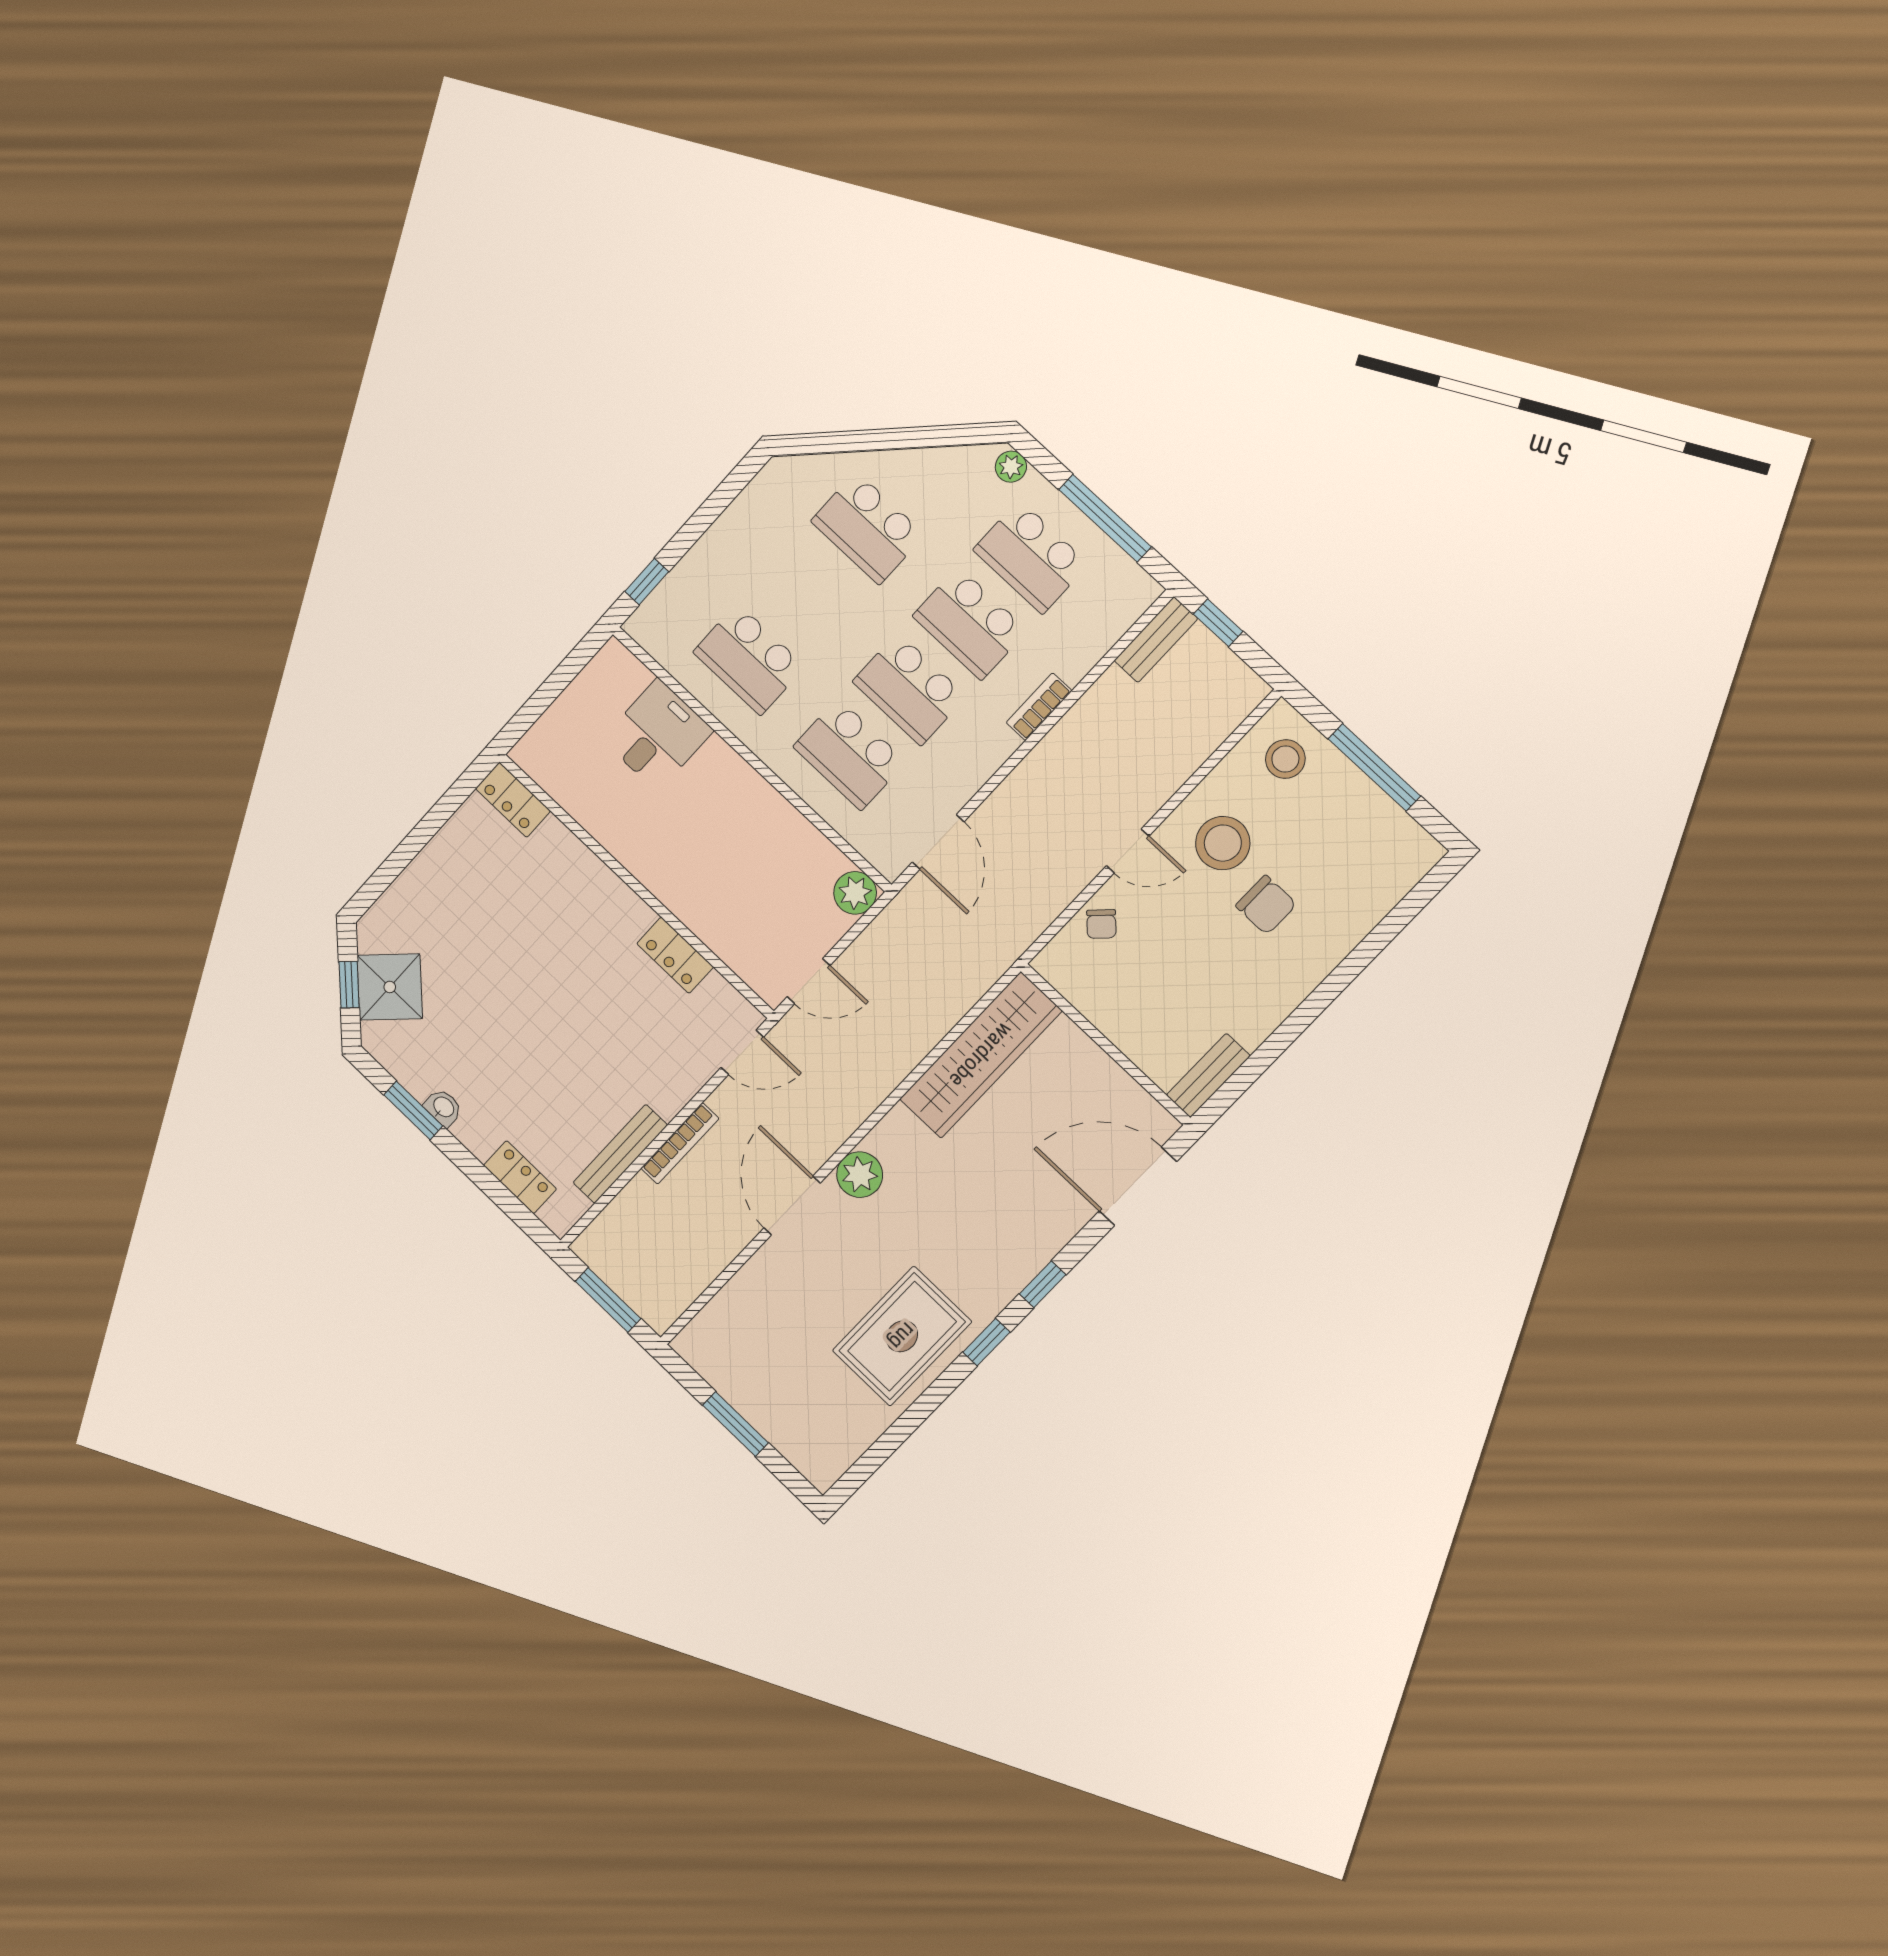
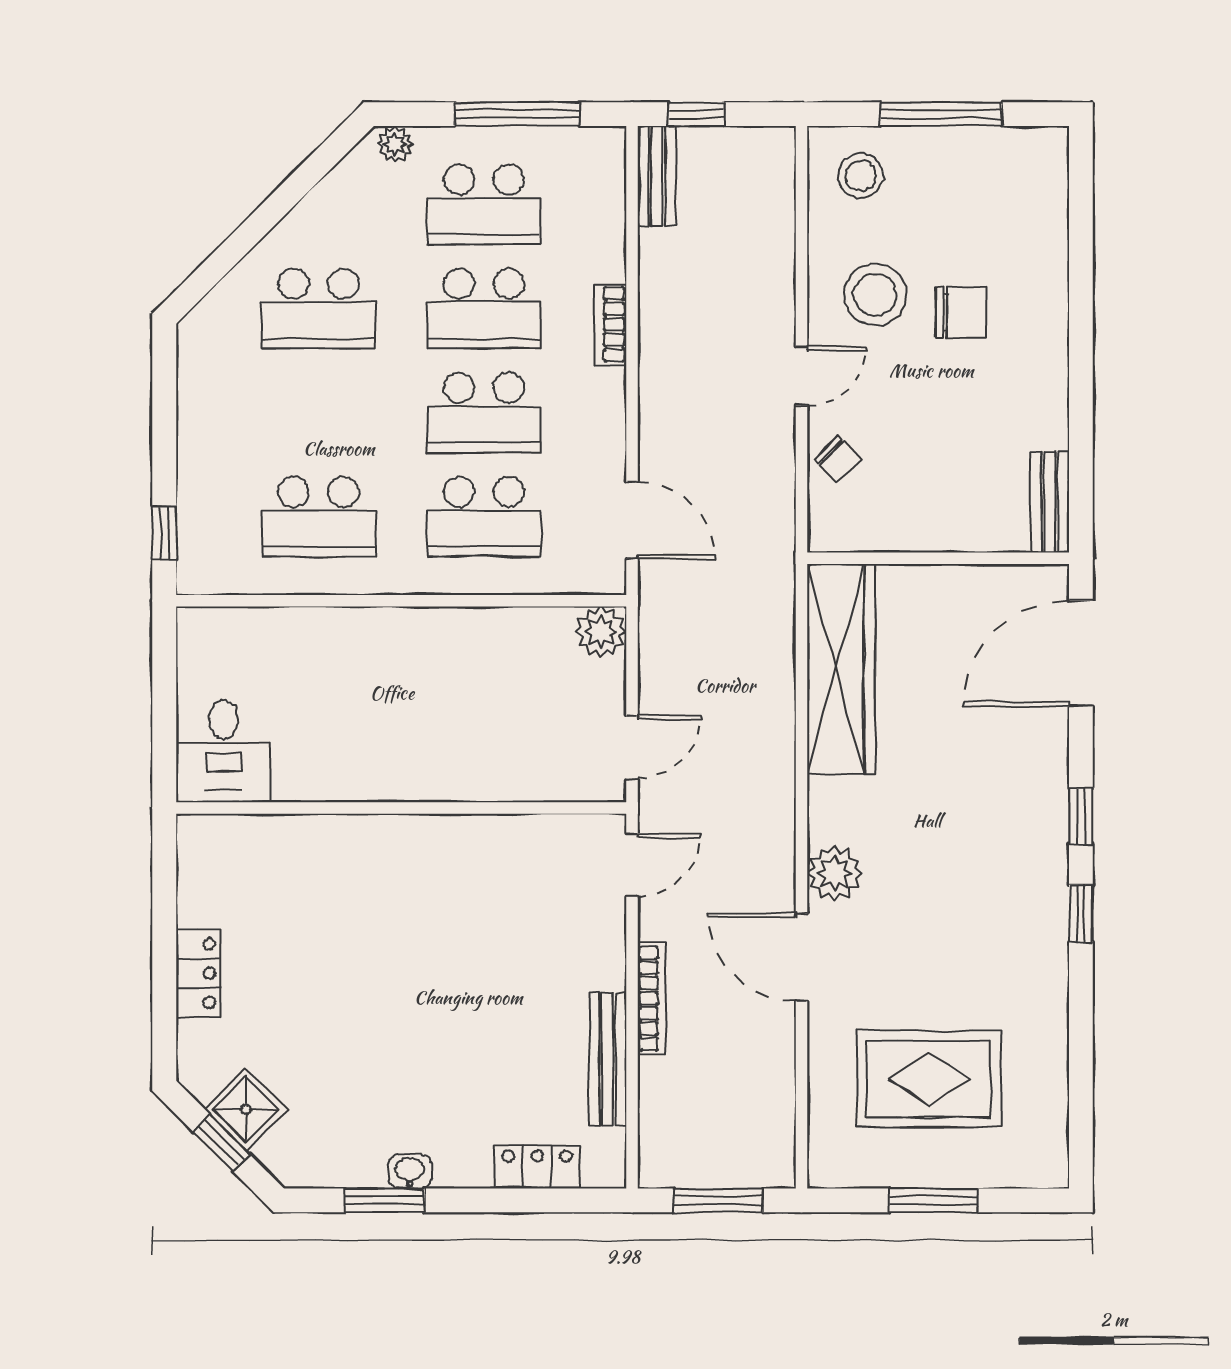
desk: (658, 735) -> (223, 751), moved, turned 180
locker: (513, 800) -> (198, 973), moved, turned -90
locker: (675, 955) -> (493, 836), removed
shower: (390, 987) -> (246, 1109), width x0.73, depth x0.73
rug: (902, 1336) -> (929, 1079), moved, turned 90

